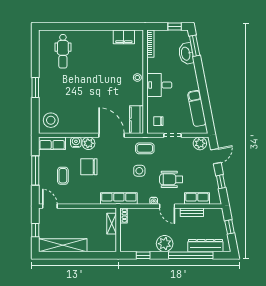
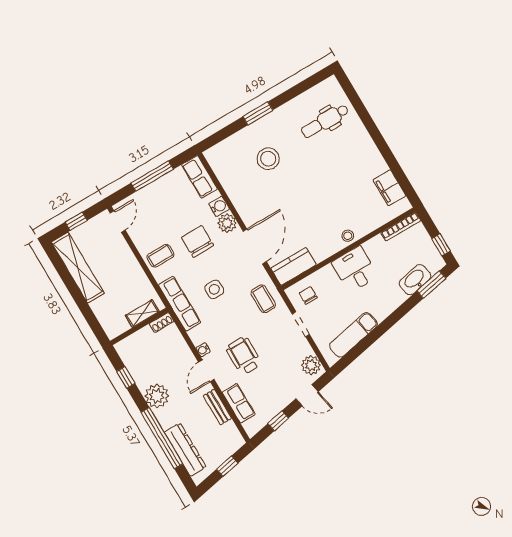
stool: (51, 120) -> (268, 159), moved
side table: (139, 171) -> (214, 289), moved
coffee table: (63, 176) -> (160, 256), moved

